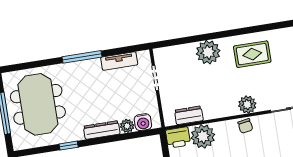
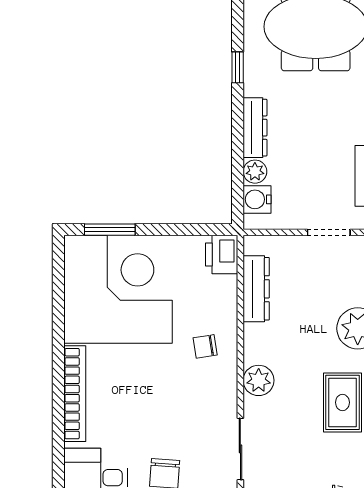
dresser: (189, 115) -> (256, 289), width x1.44
chair: (245, 126) -> (205, 346), moved
plant: (203, 136) -> (217, 297), removed

